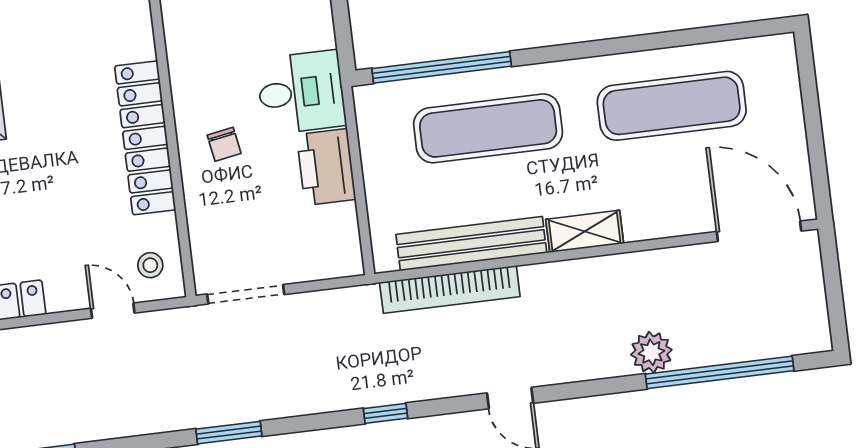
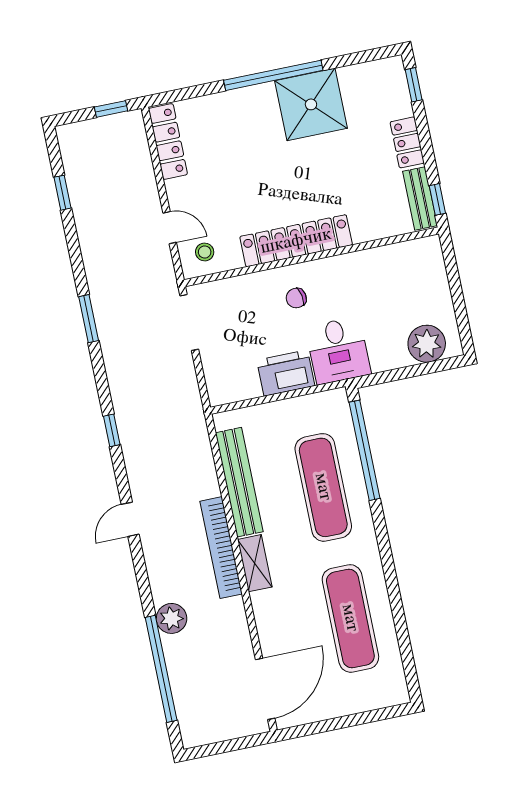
bookcase: (450, 289) -> (221, 548), moved
door: (113, 311) -> (170, 228), hinge flipped

